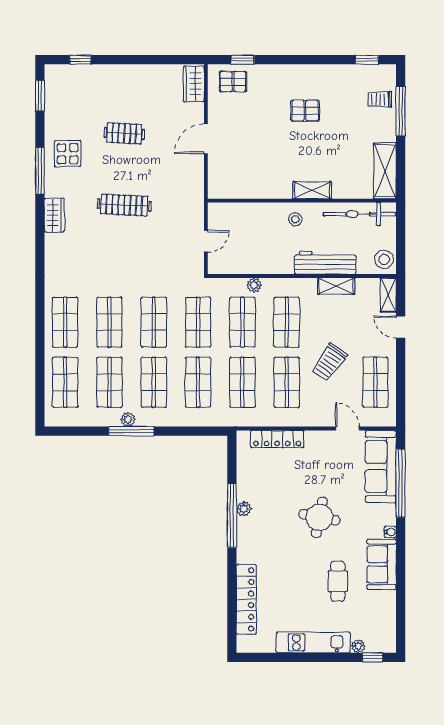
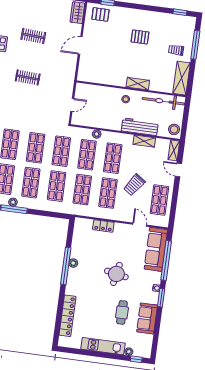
trolley: (380, 99) -> (176, 50), moved
clothes rail: (124, 205) -> (28, 77), width x0.73
locker: (277, 439) -> (103, 226), width x0.66
window: (401, 547) -> (161, 298), added
sofa: (382, 564) -> (147, 318), moved

